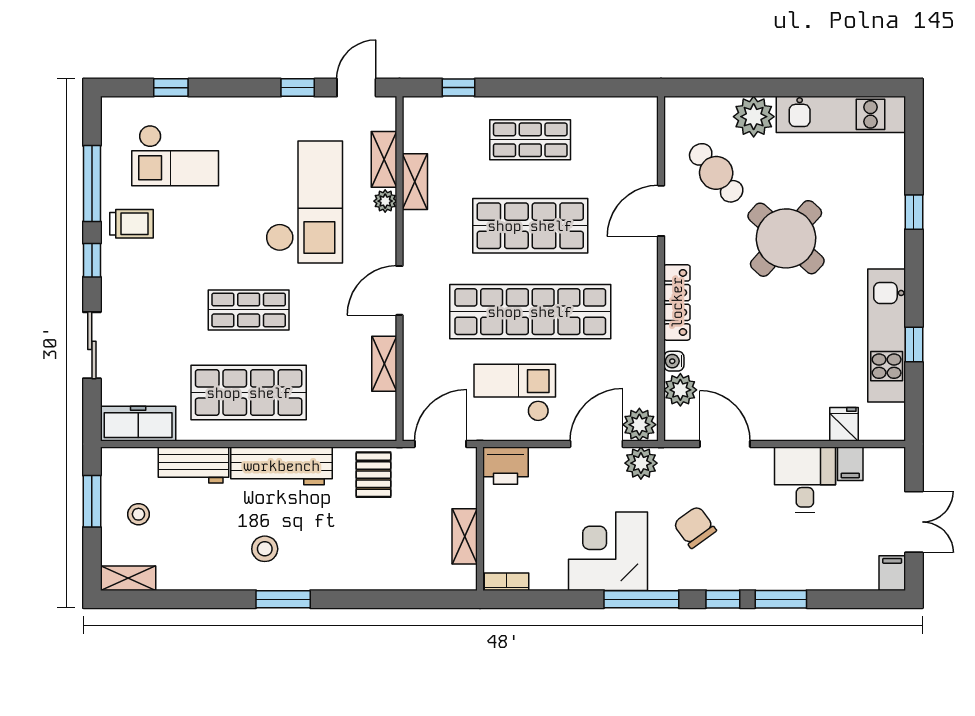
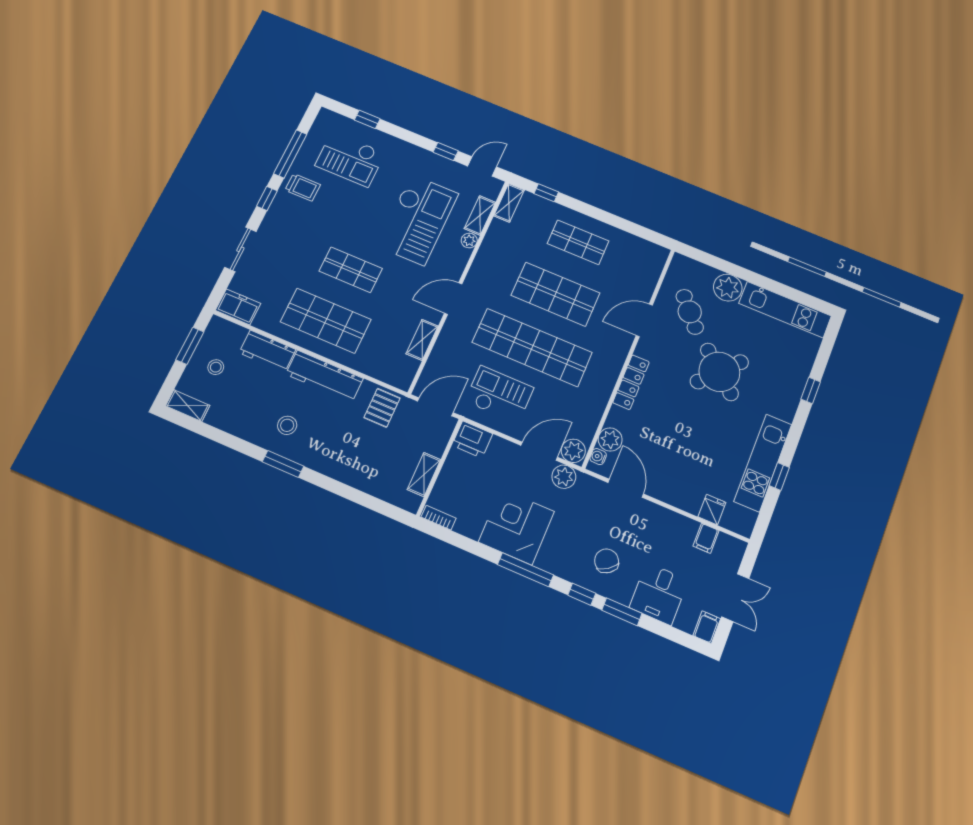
shelving: (415, 182) -> (509, 203), moved
water cooler: (674, 361) -> (598, 457), moved
freezer: (138, 424) -> (238, 307), width x0.71
desk: (805, 480) -> (659, 594), moved, turned 180
chair: (695, 527) -> (607, 561), moved

